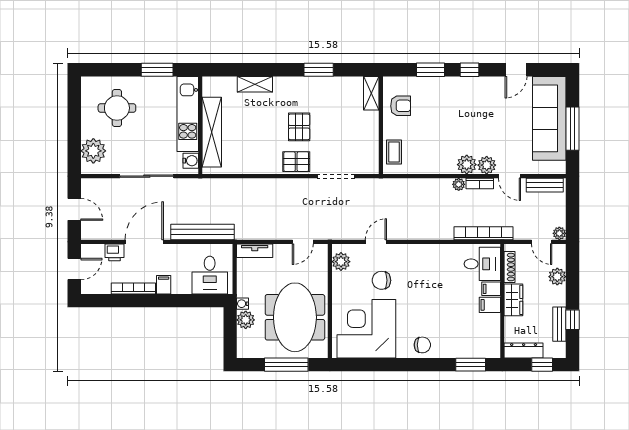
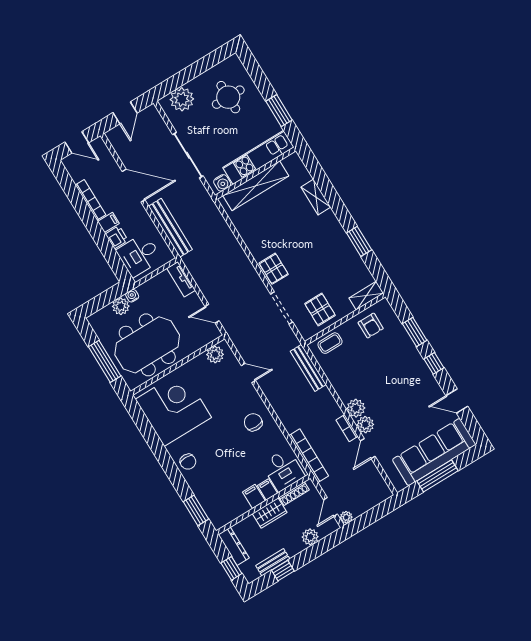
pallet: (299, 127) -> (320, 309), moved, turned 90
plant: (459, 184) -> (336, 411), removed
bench: (545, 185) -> (308, 368), moved, width x1.36
printer: (114, 252) -> (117, 237), moved, turned 180
chair: (381, 280) -> (253, 422), moved

